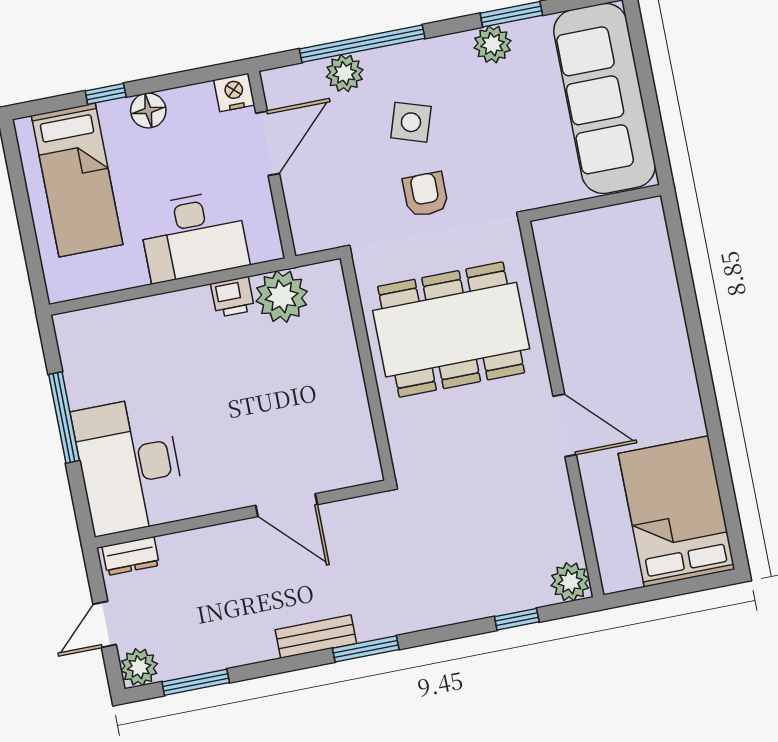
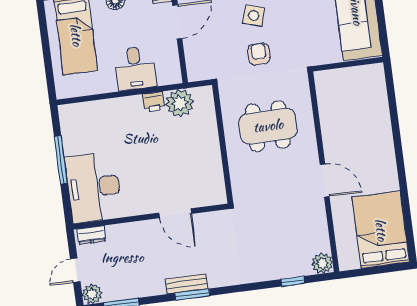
desk: (194, 236) -> (135, 68), width x0.73
dining table: (451, 330) -> (268, 126), width x0.73, depth x0.80
window: (366, 649) -> (192, 294), moved

